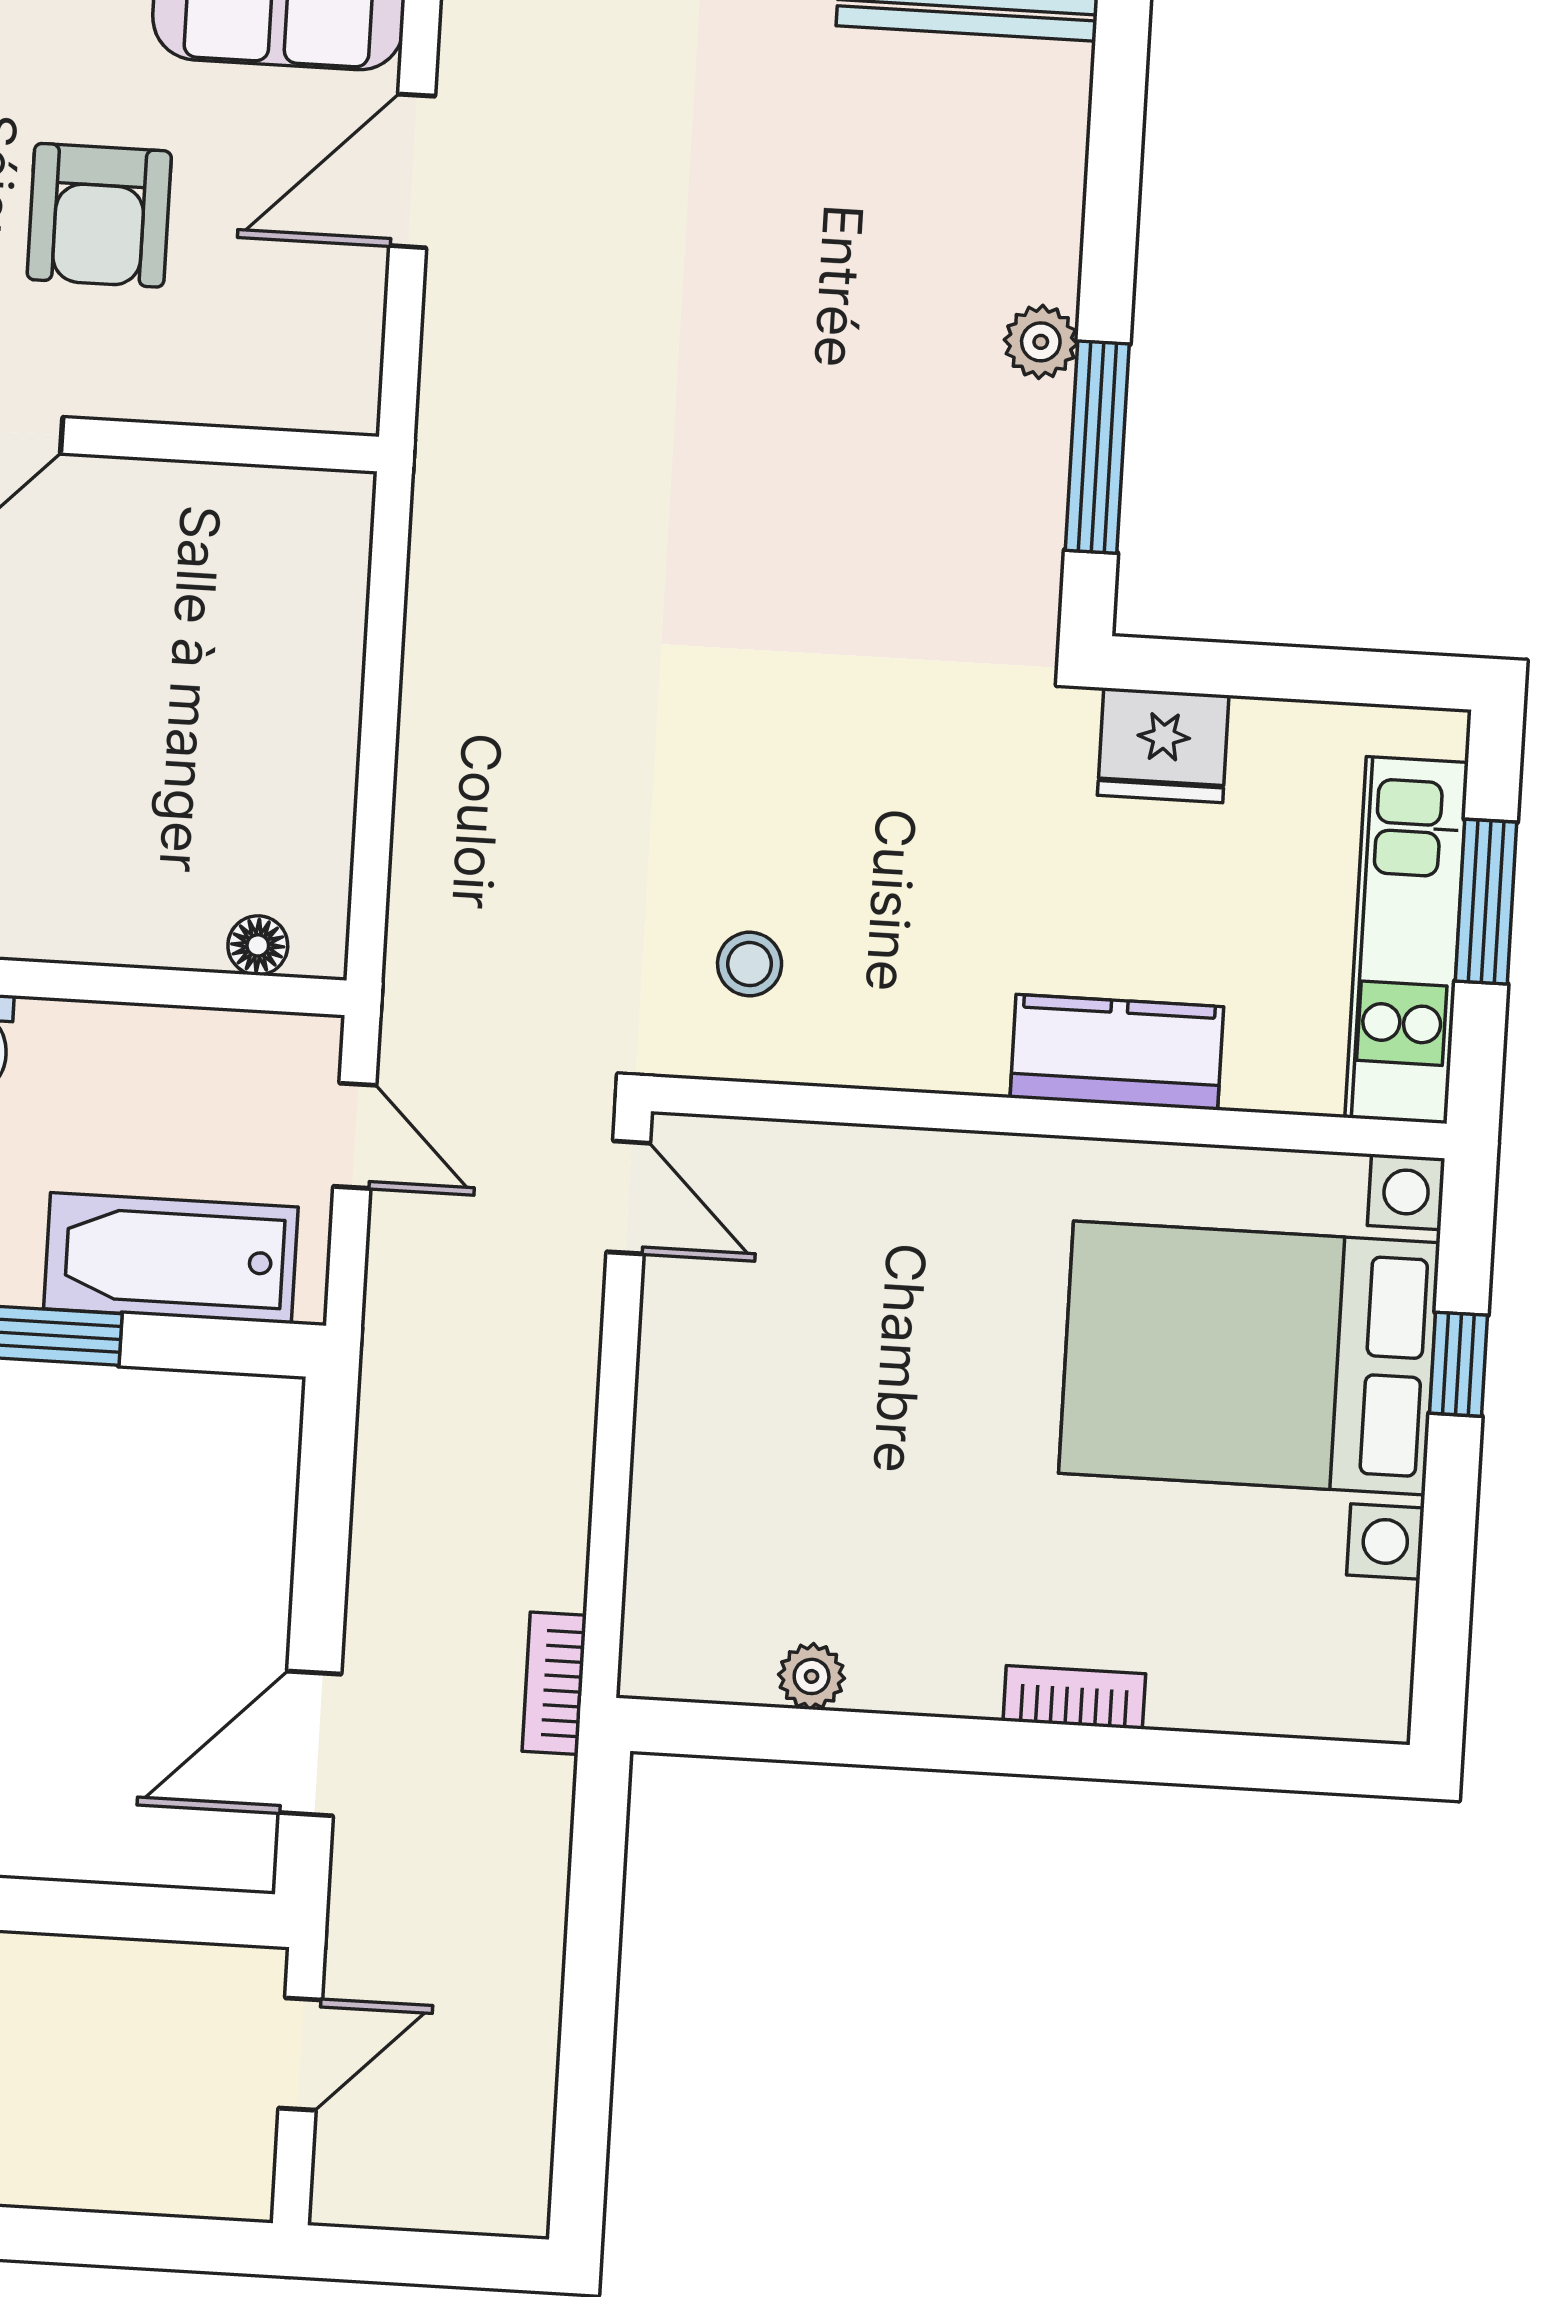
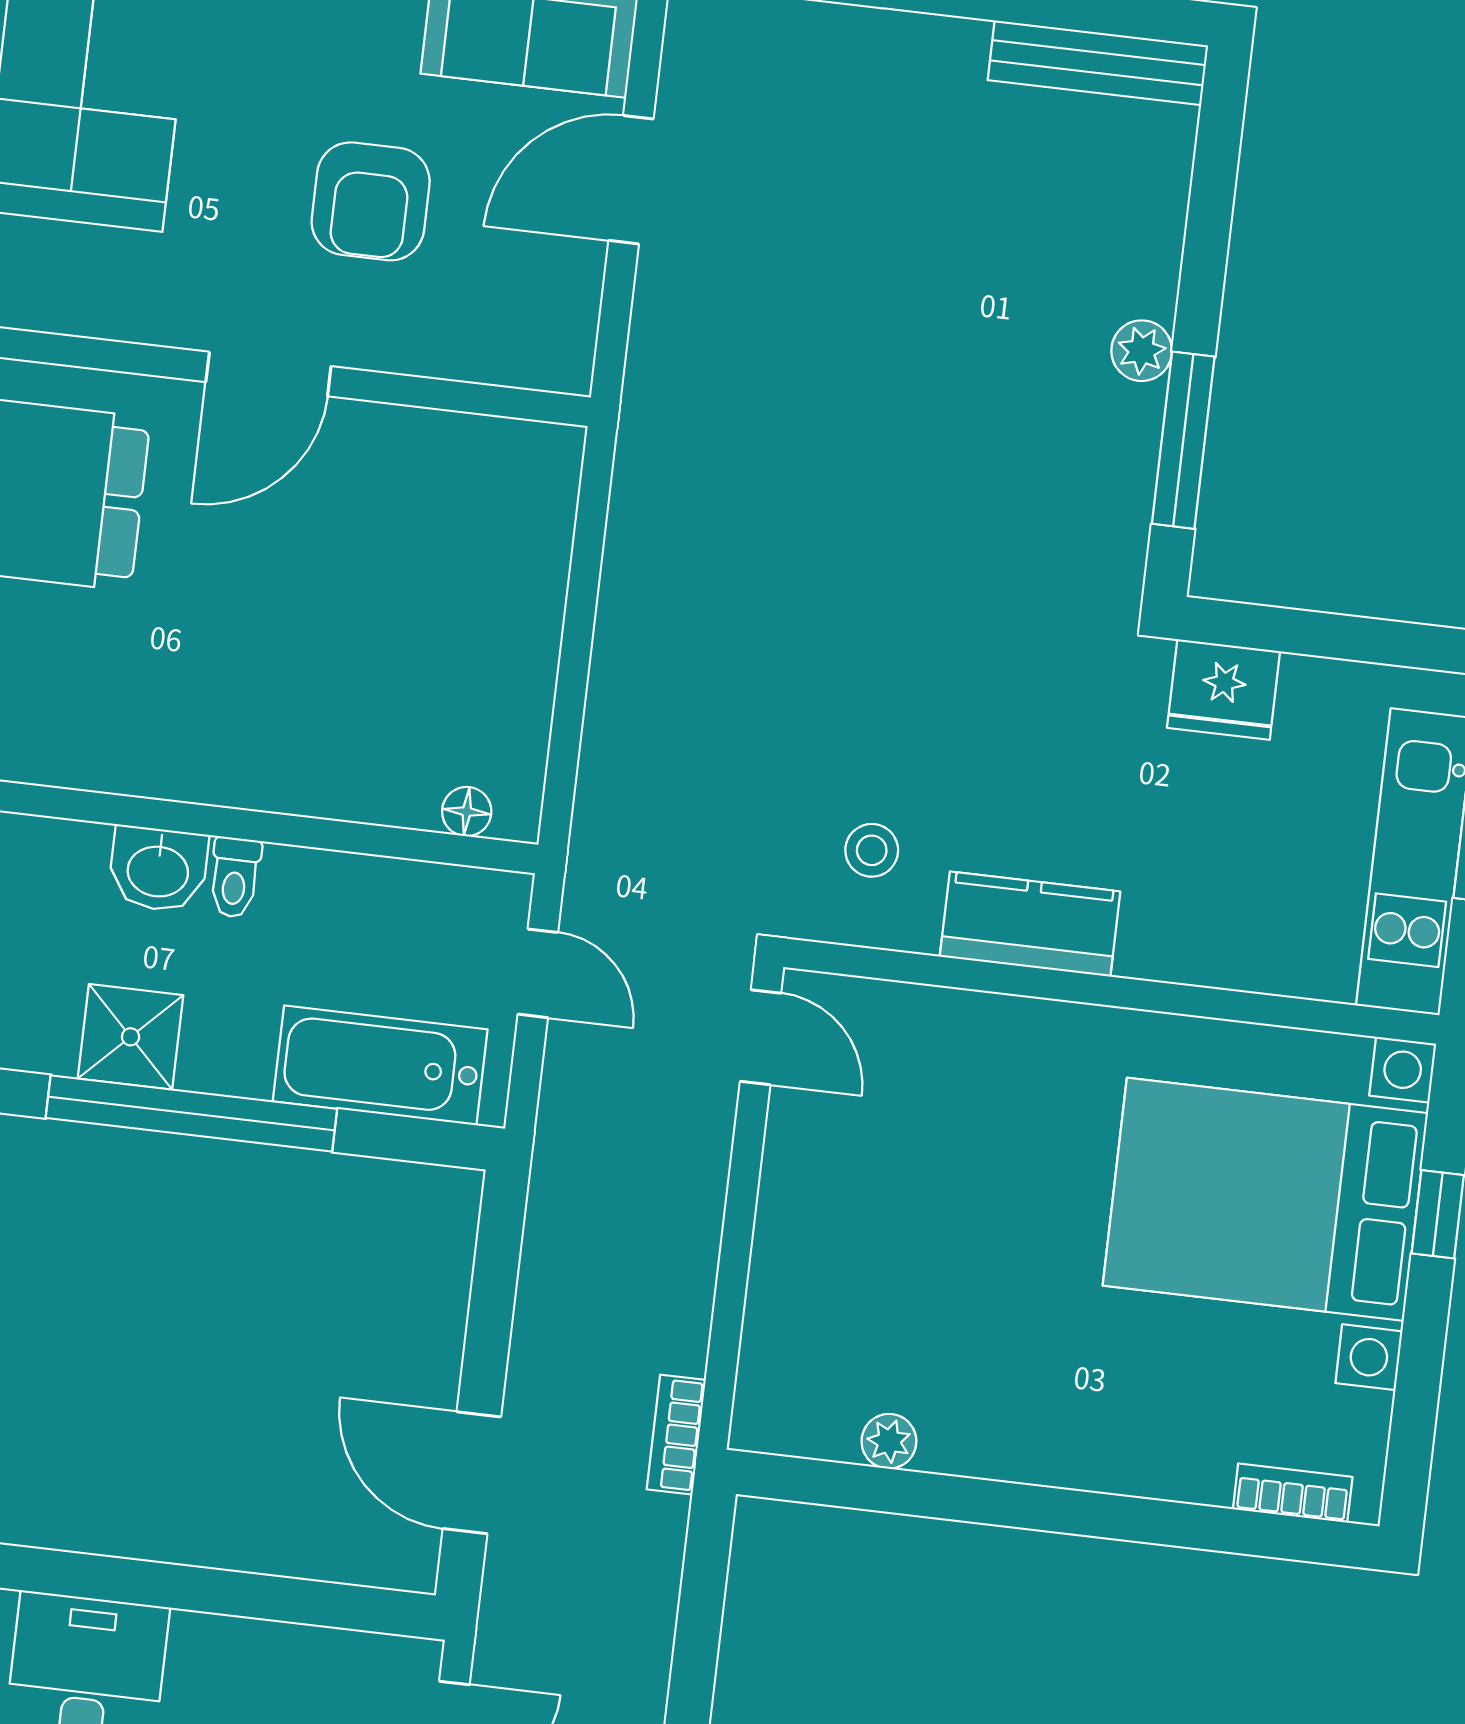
kitchen counter: (1117, 1052) -> (1030, 924), moved
bookcase: (1074, 1697) -> (1293, 1493), moved
door: (310, 1743) -> (472, 1473), hinge flipped

